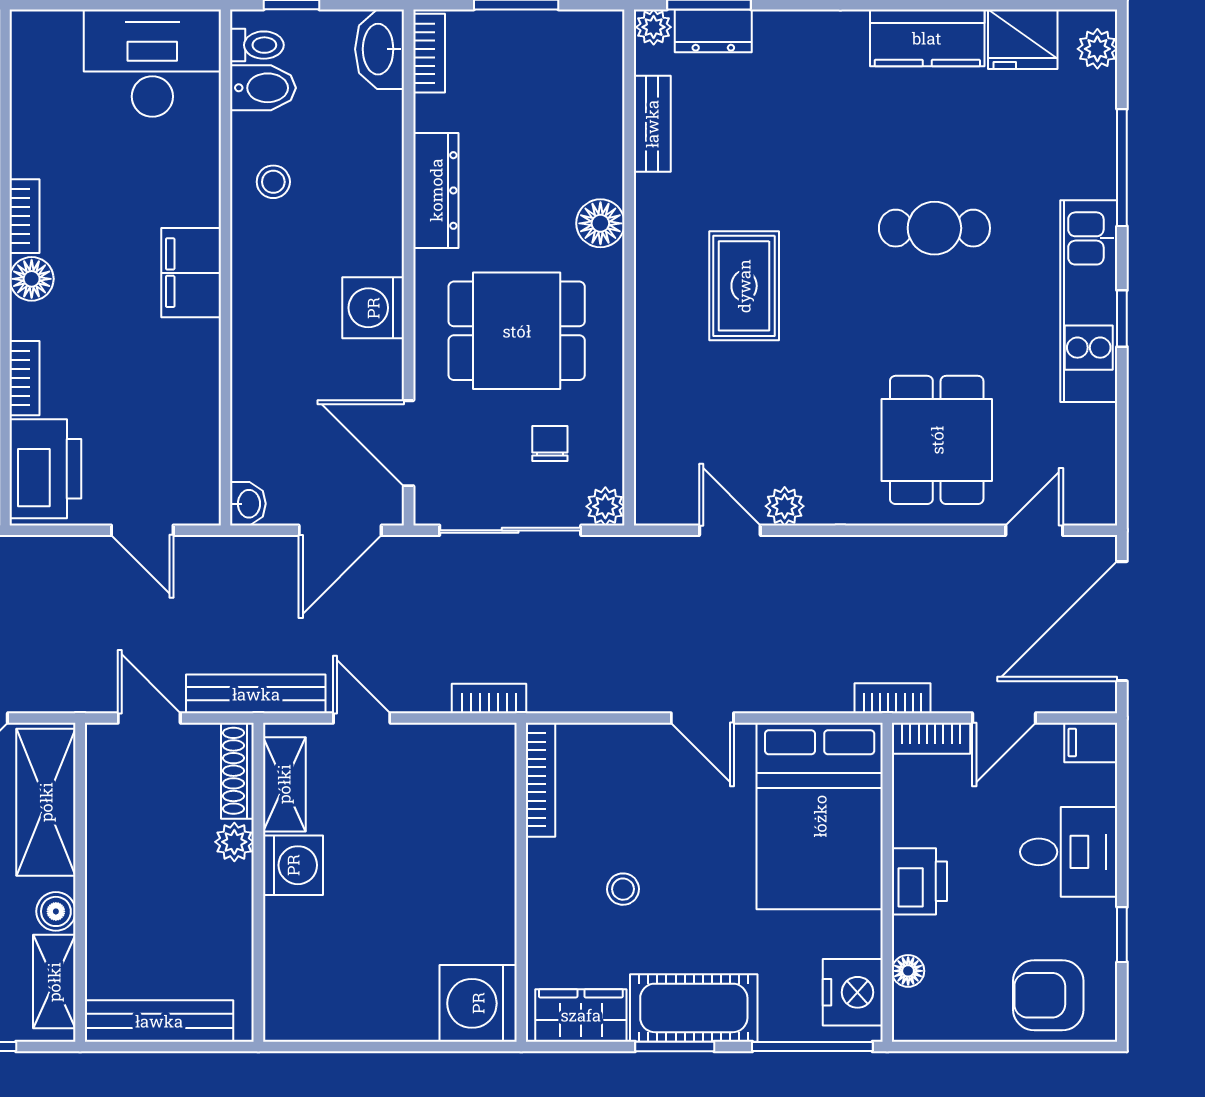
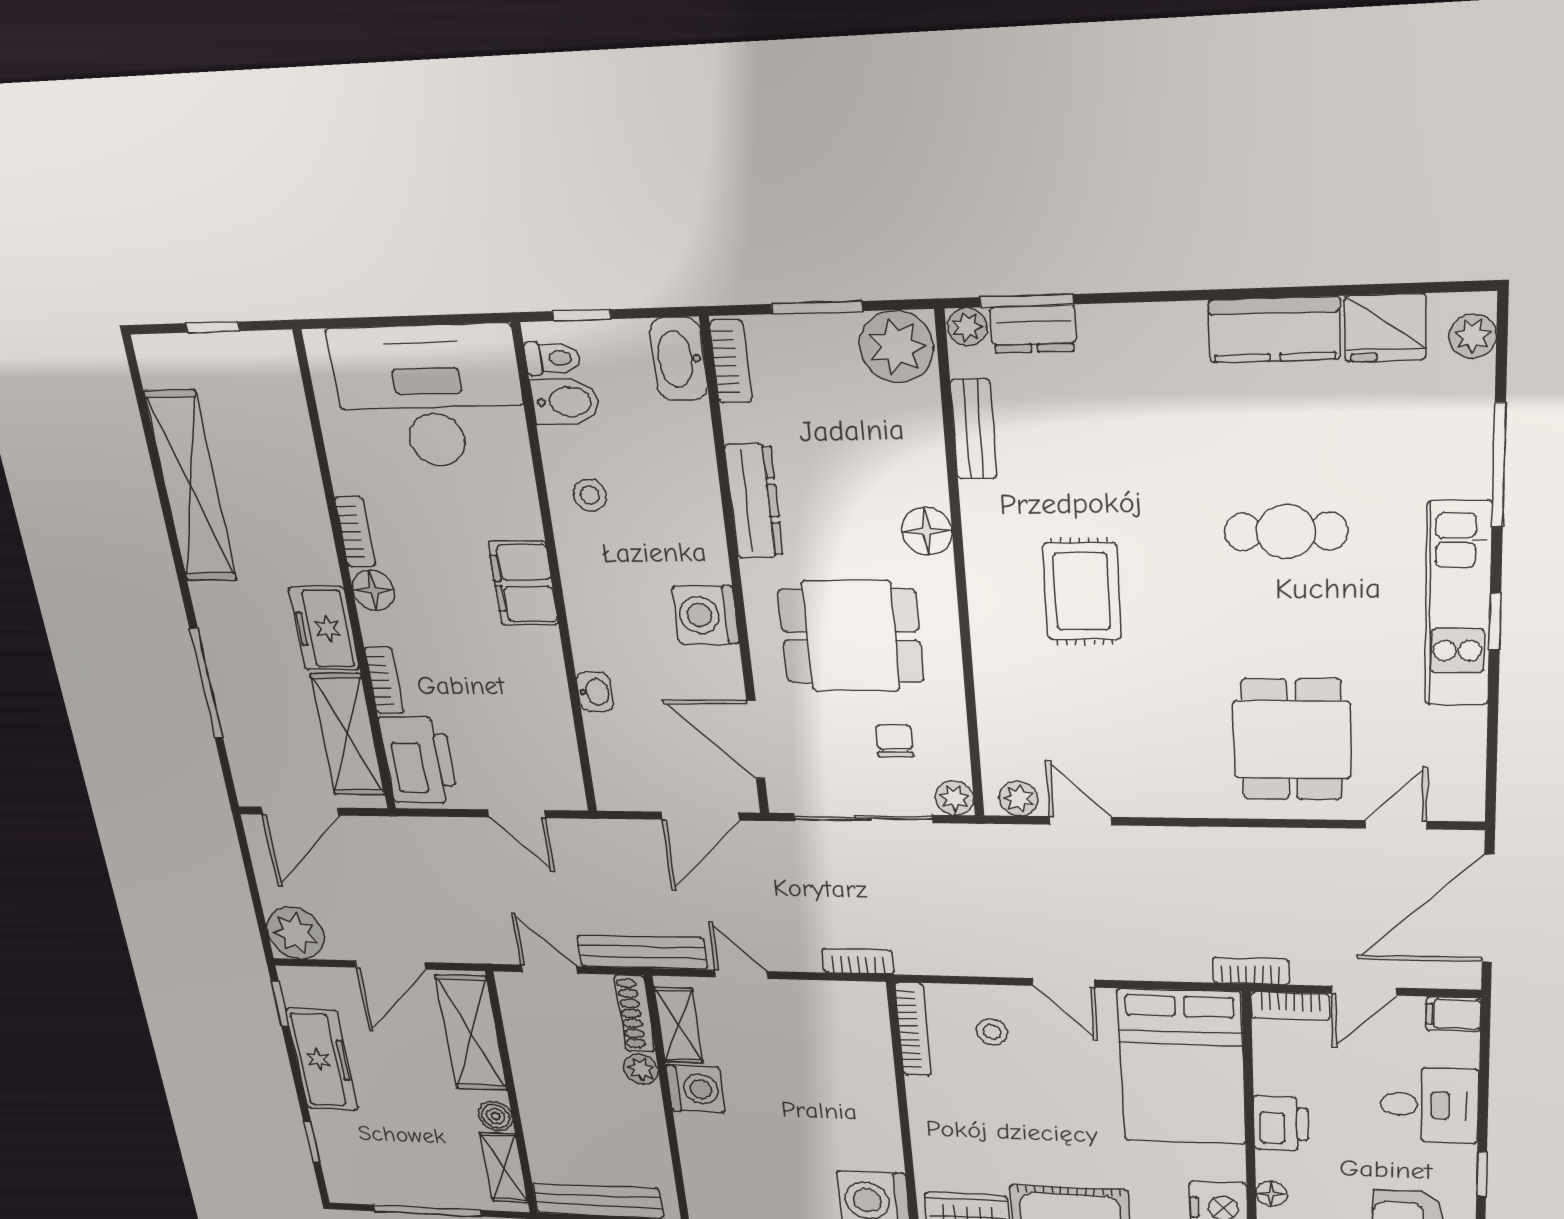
plant: (587, 43) -> (897, 347), added
desk: (152, 63) -> (429, 396), width x1.36, depth x1.30
washbasin: (248, 504) -> (595, 692), moved
plant: (785, 506) -> (1019, 799), moved
stool: (623, 889) -> (992, 1032), moved

